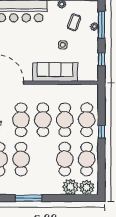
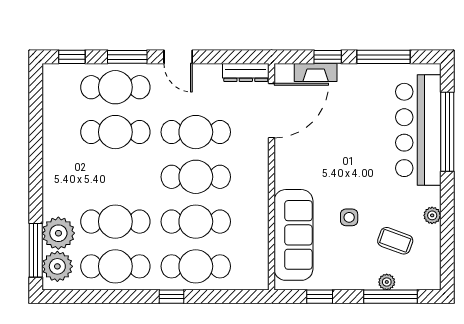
sofa: (55, 72) -> (293, 235), moved
window: (29, 198) -> (36, 250), moved

